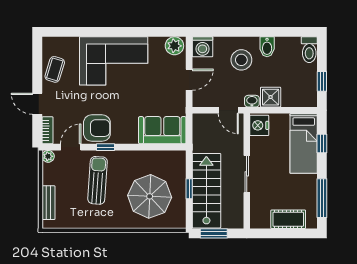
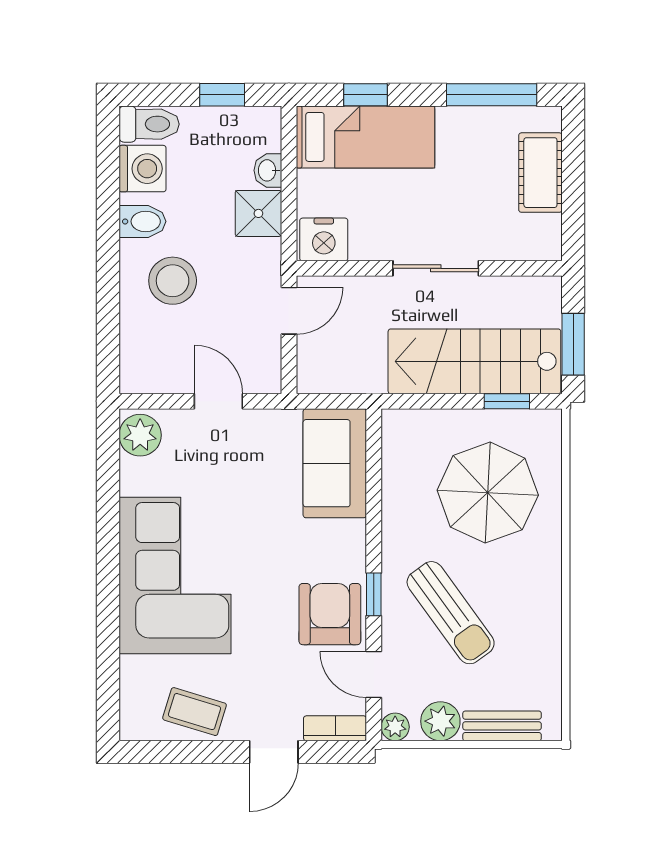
washing machine: (202, 47) -> (142, 169), moved
washbasin: (252, 101) -> (268, 170), moved
plant: (51, 176) -> (440, 721), added
sun lounger: (98, 180) -> (451, 613), turned -130
window: (189, 189) -> (507, 401), moved

